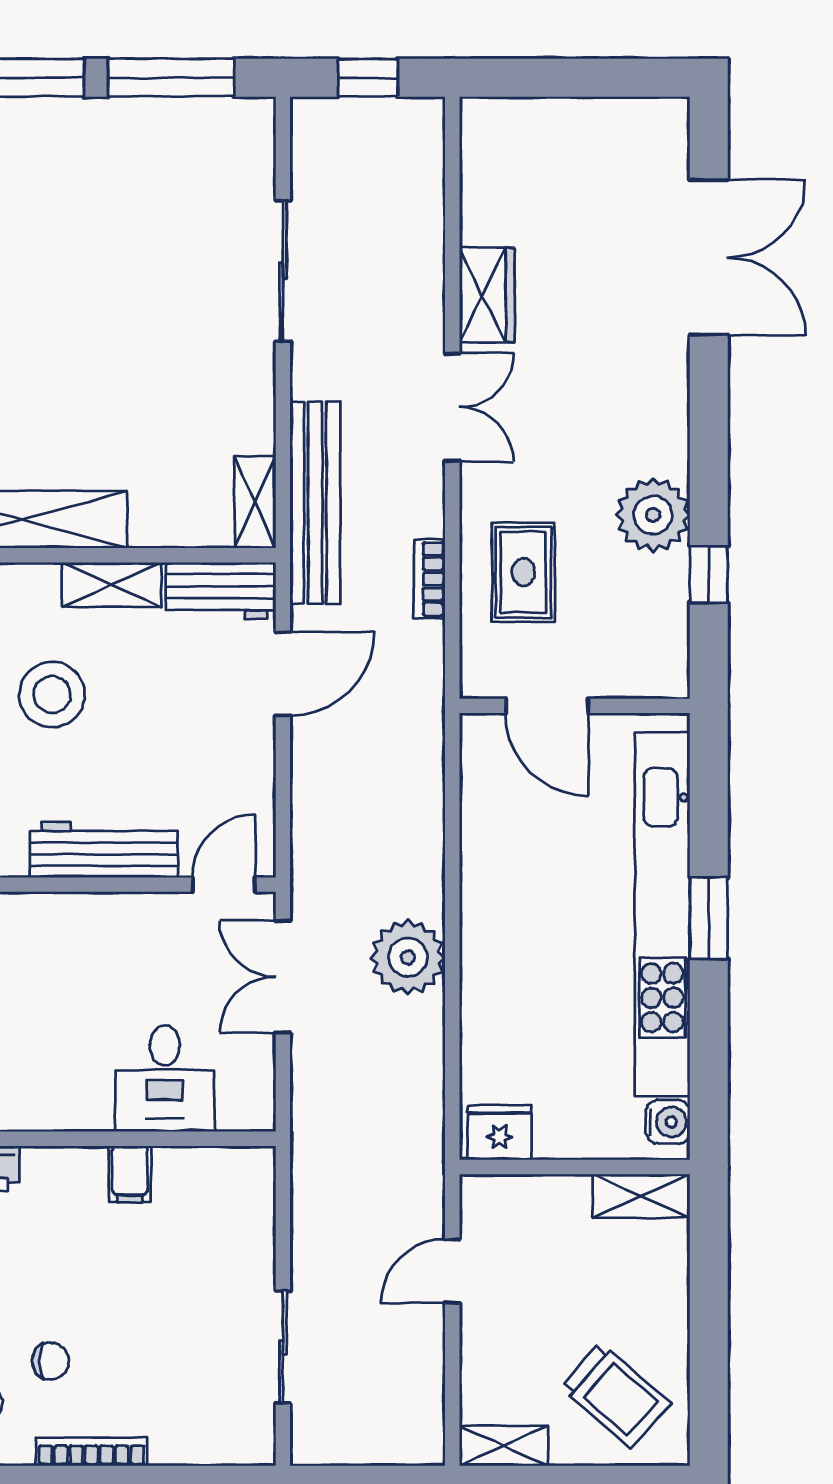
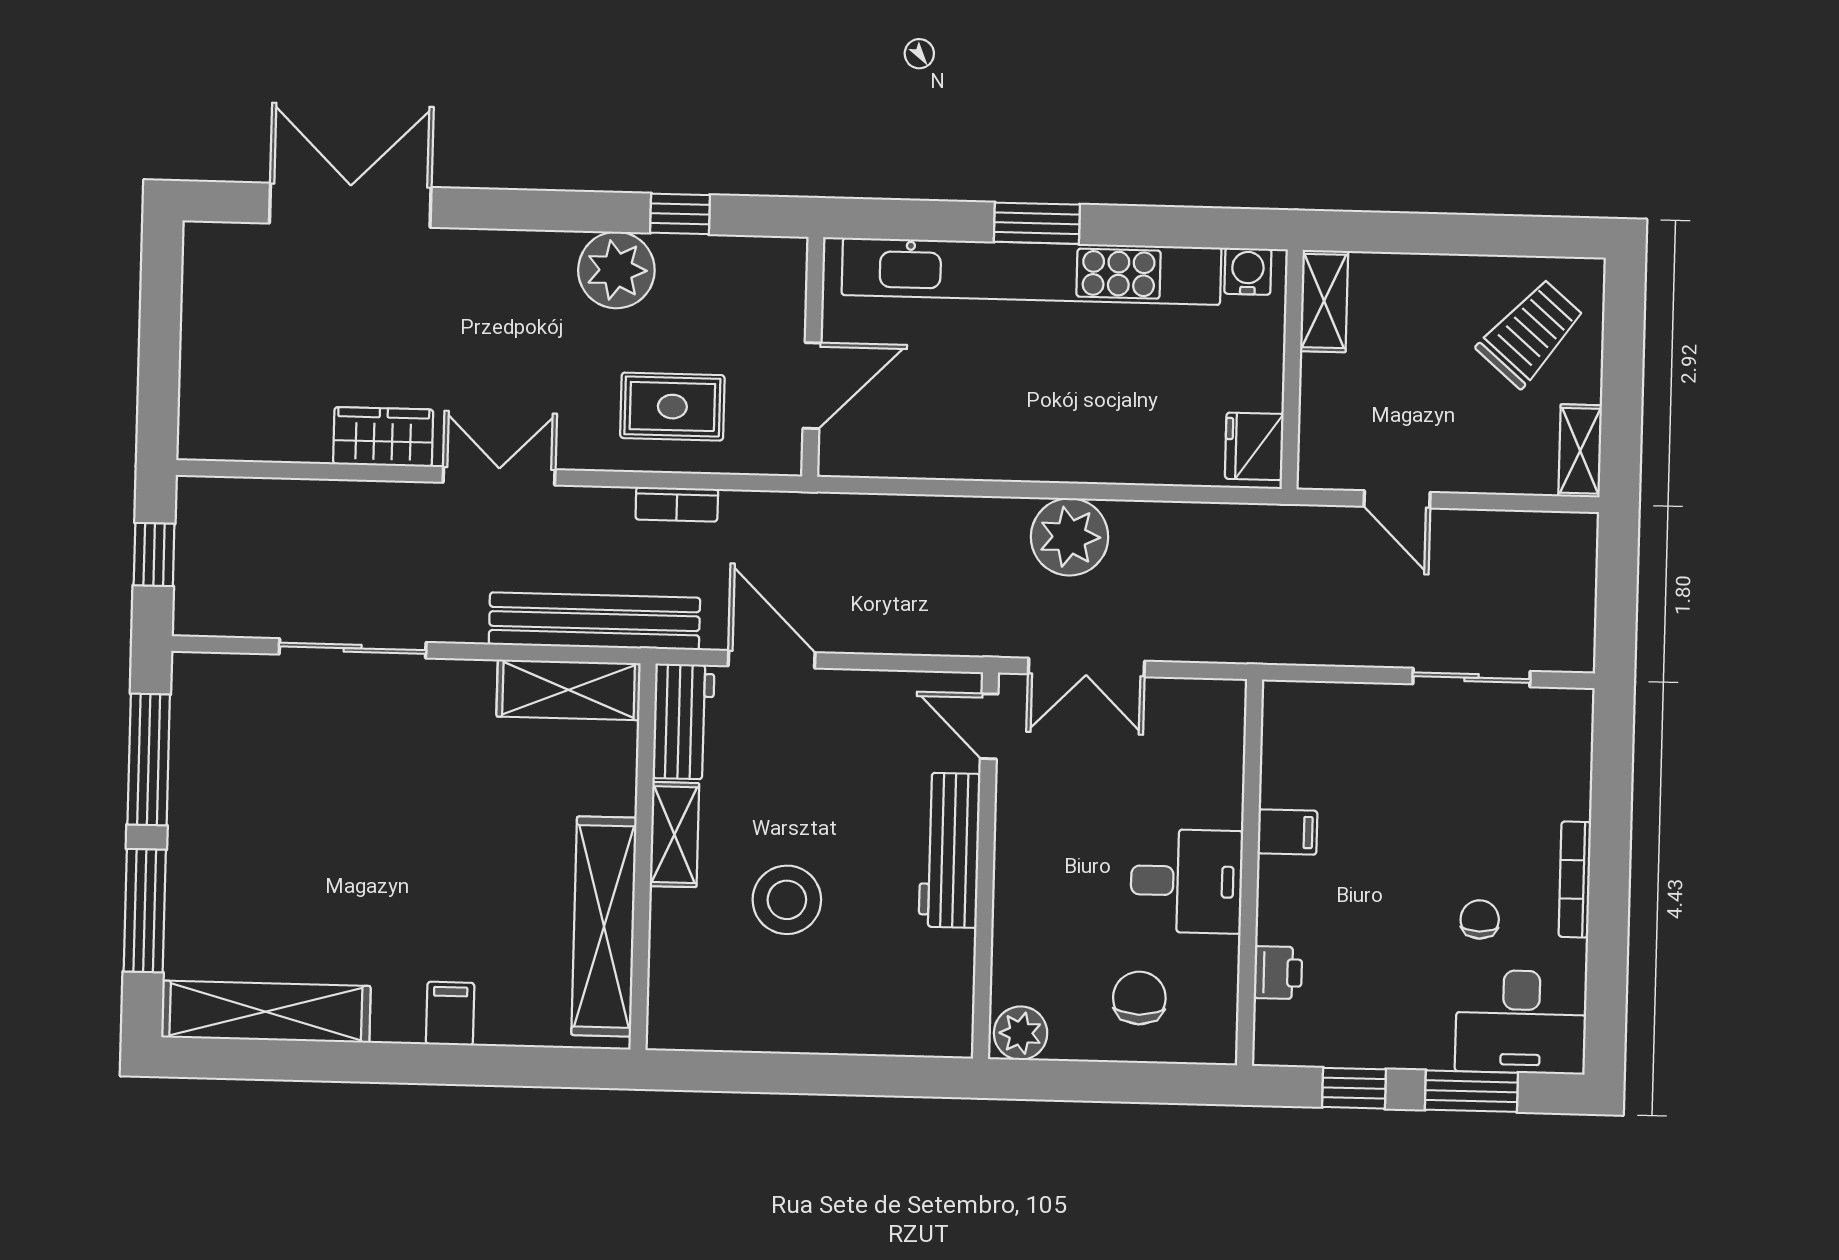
shelving: (255, 502) -> (569, 690), width x1.50, depth x1.33
desk: (165, 1078) -> (1187, 881), moved

